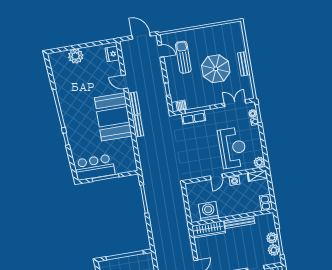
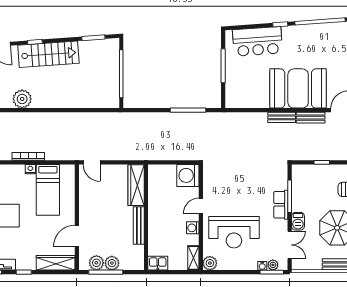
barbecue: (179, 106) -> (298, 221), moved
row of seats: (193, 117) -> (281, 205), moved
bar counter: (95, 167) -> (258, 41), moved, turned 86
door: (216, 177) -> (201, 206), hinge flipped
washing machine: (208, 211) -> (188, 175), moved, turned 180

